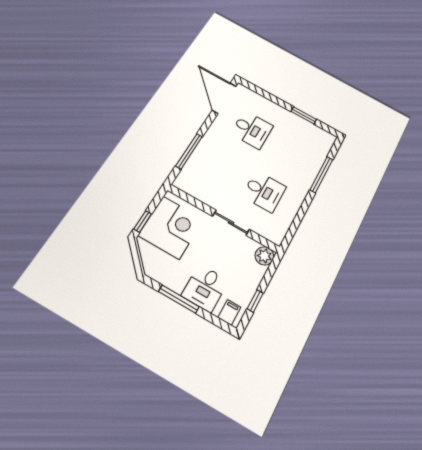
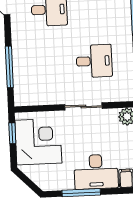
window: (143, 221) -> (12, 133), moved
desk: (205, 288) -> (96, 172), width x1.37

